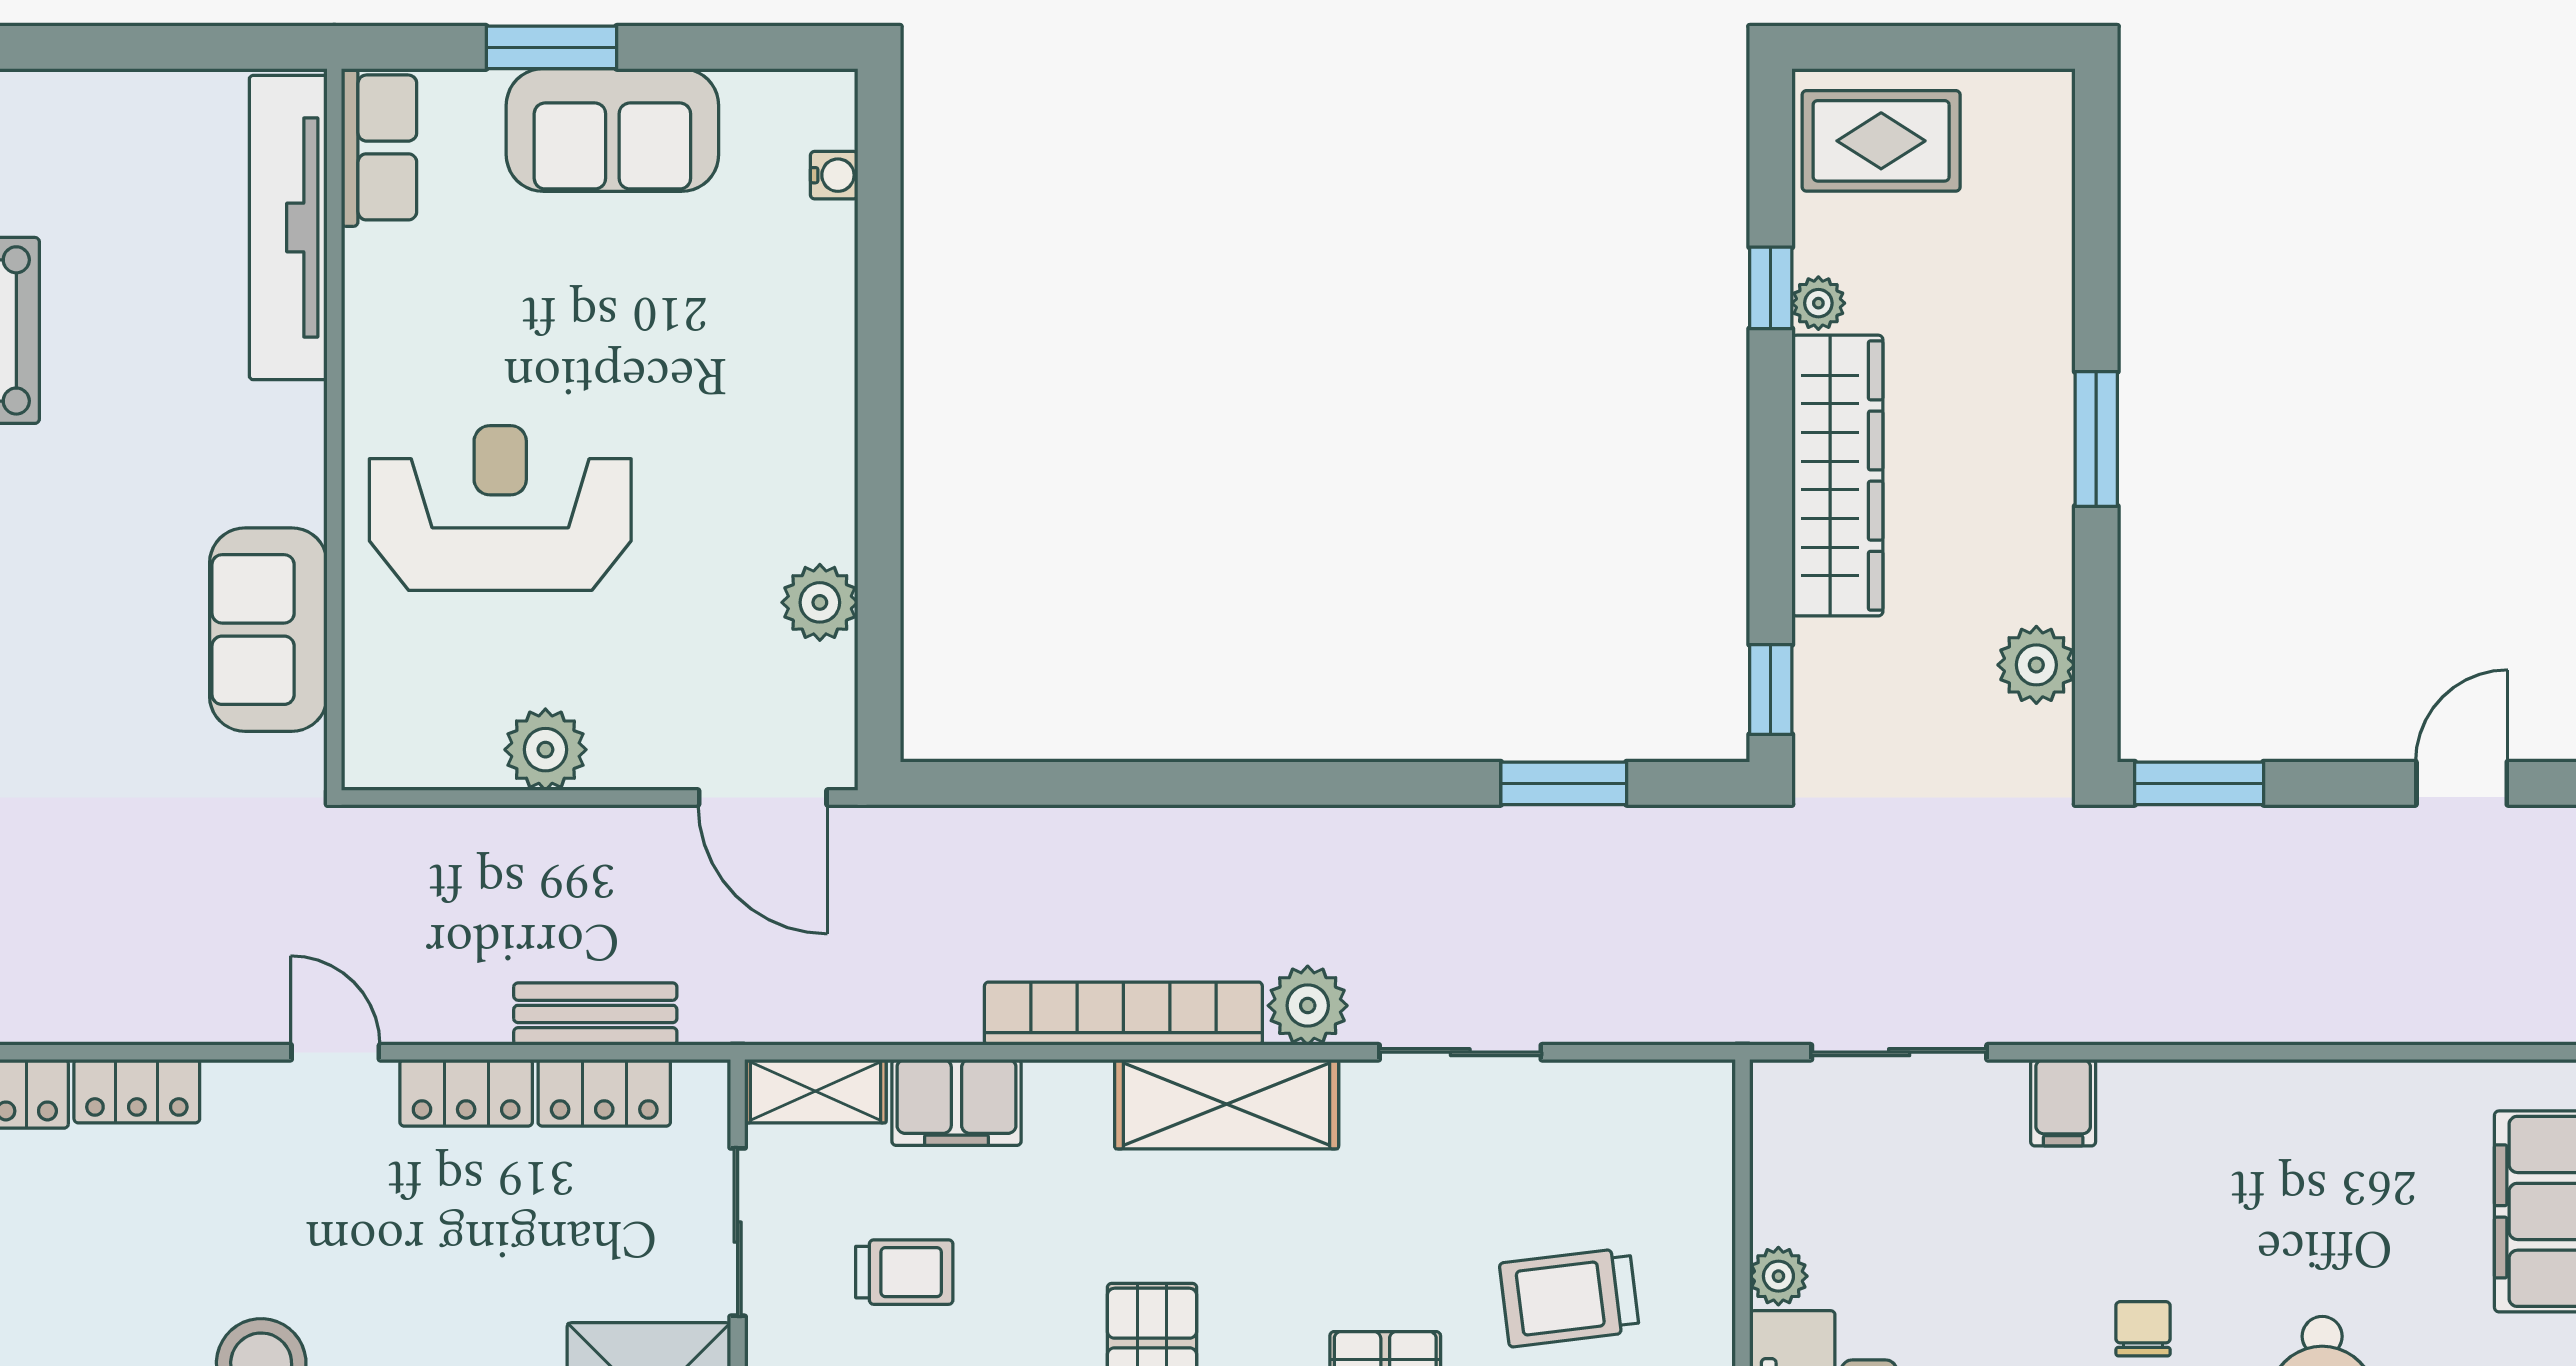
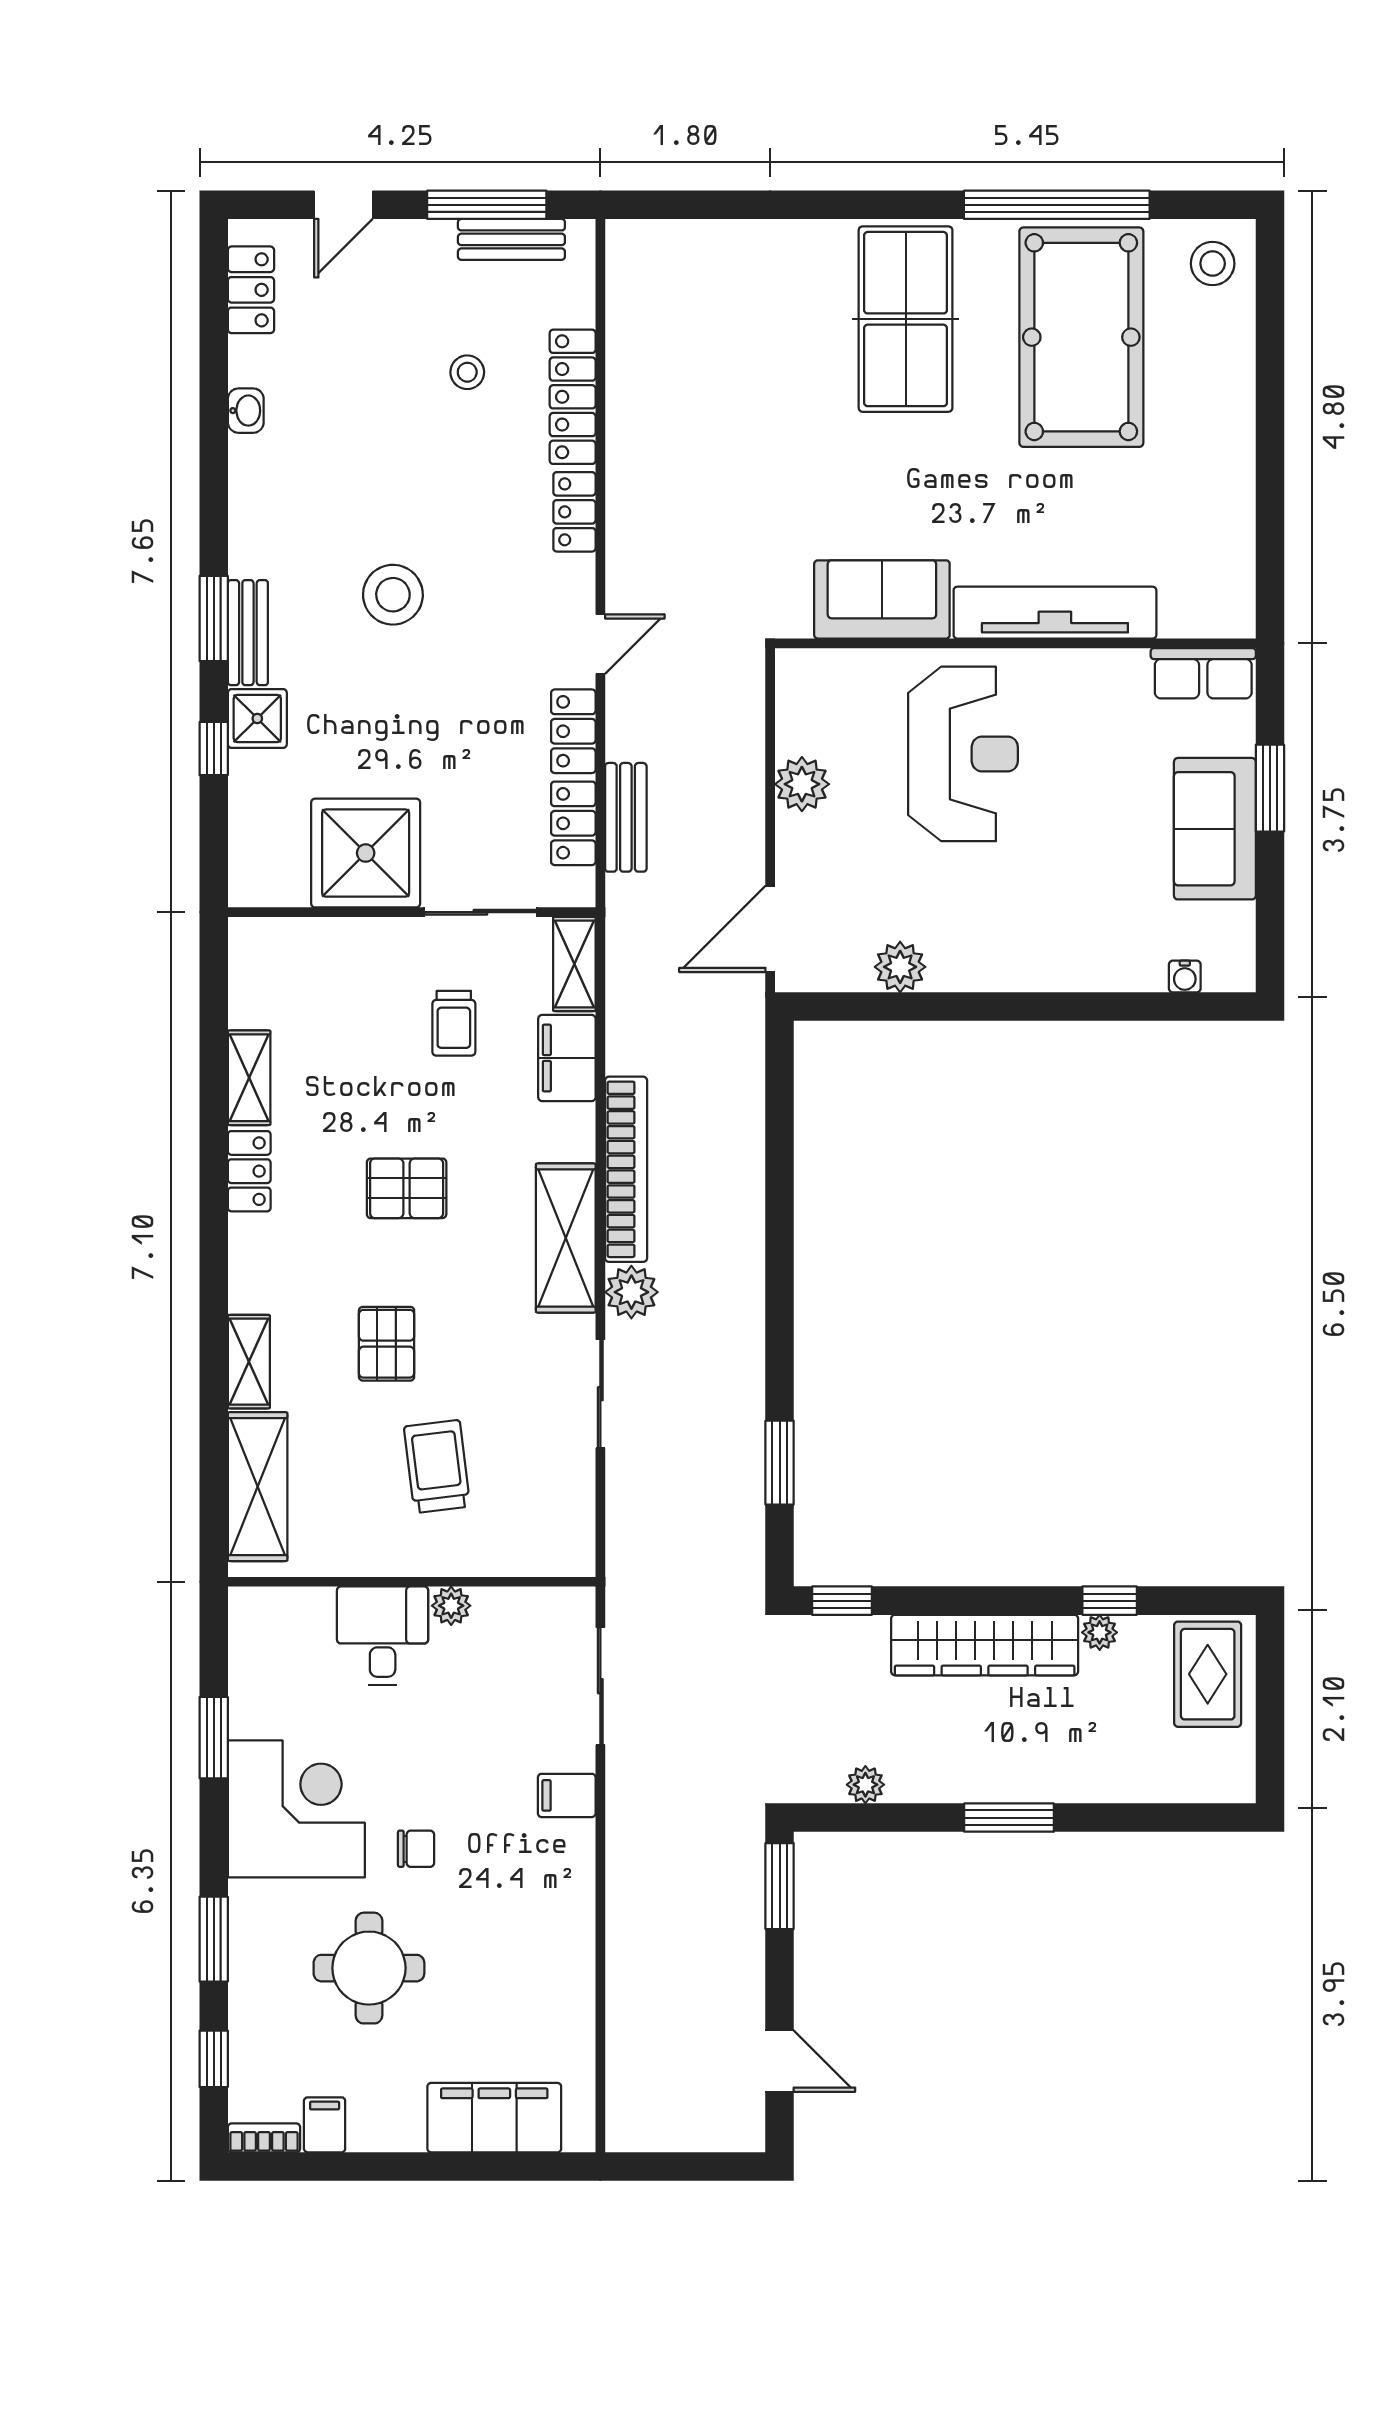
tv unit: (288, 228) -> (1055, 613), moved
plant: (2036, 665) -> (865, 1785), width x0.73, depth x0.73

